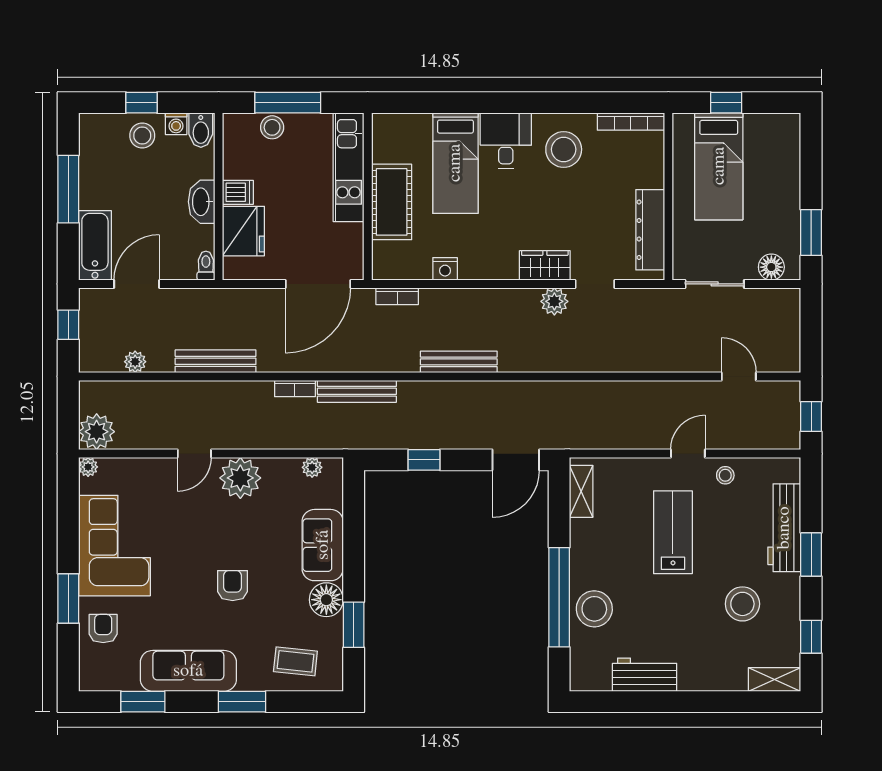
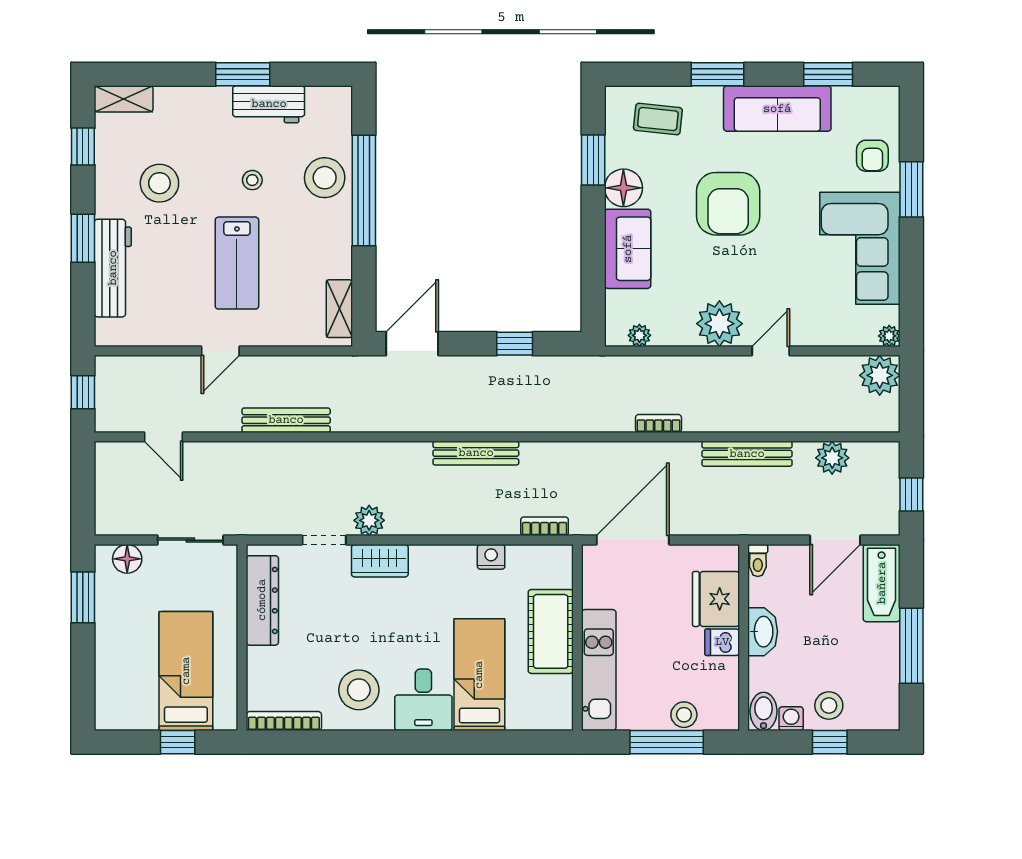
plant: (135, 362) -> (832, 458), width x1.38, depth x1.38
bench: (357, 391) -> (286, 420), moved
stool: (725, 475) -> (252, 180), moved
armchair: (233, 586) -> (728, 204), width x1.88, depth x1.88
window: (668, 702) -> (243, 74), added

